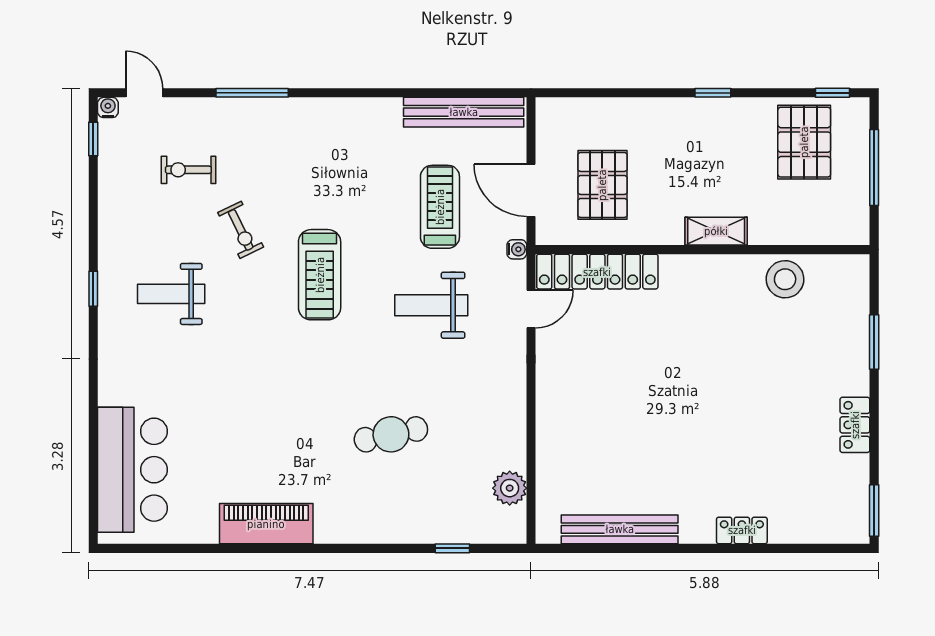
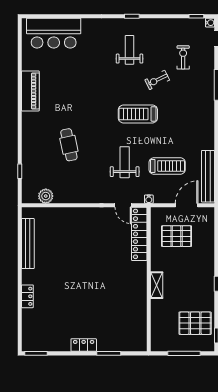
door: (531, 190) -> (187, 205), moved
stool: (785, 279) -> (136, 315), removed
locker: (855, 425) -> (84, 345), moved

